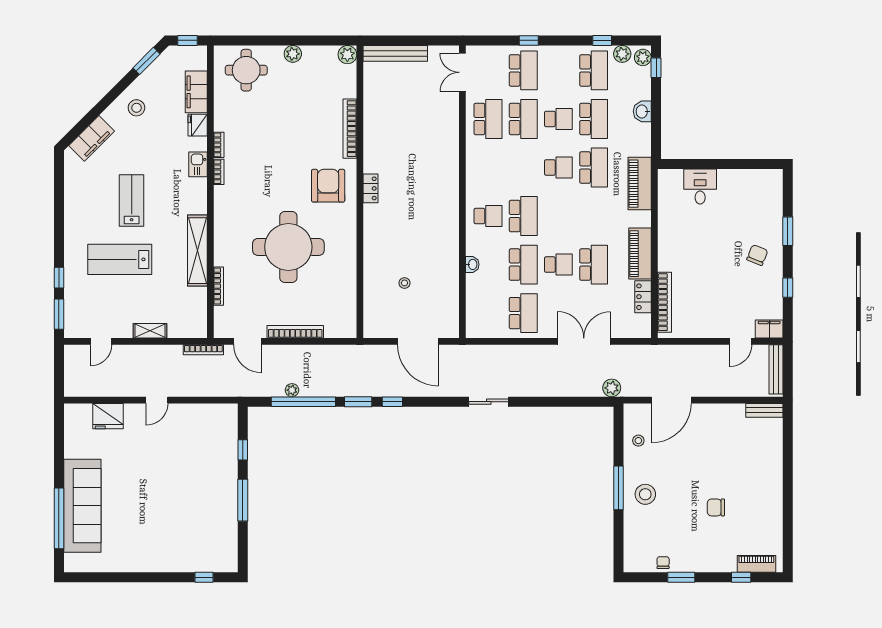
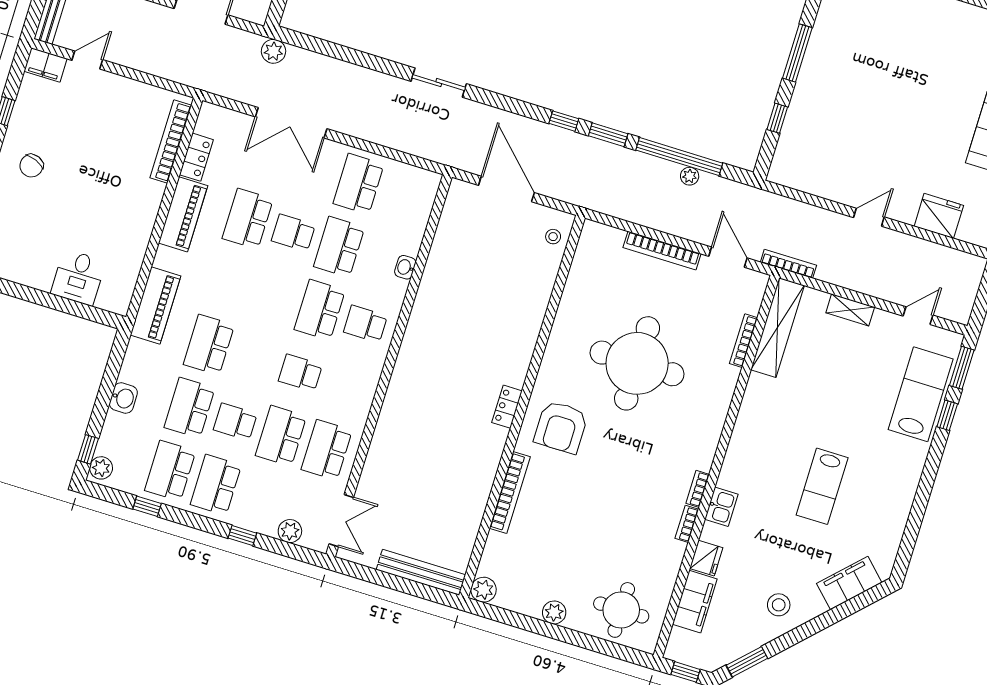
plant: (622, 54) -> (290, 531), moved
school desk: (523, 70) -> (216, 485), moved
school desk: (558, 168) -> (300, 373), moved
shelving: (197, 251) -> (778, 328), moved
lab bench: (120, 259) -> (921, 394), moved, turned -90
stool: (404, 283) -> (553, 237), moved

